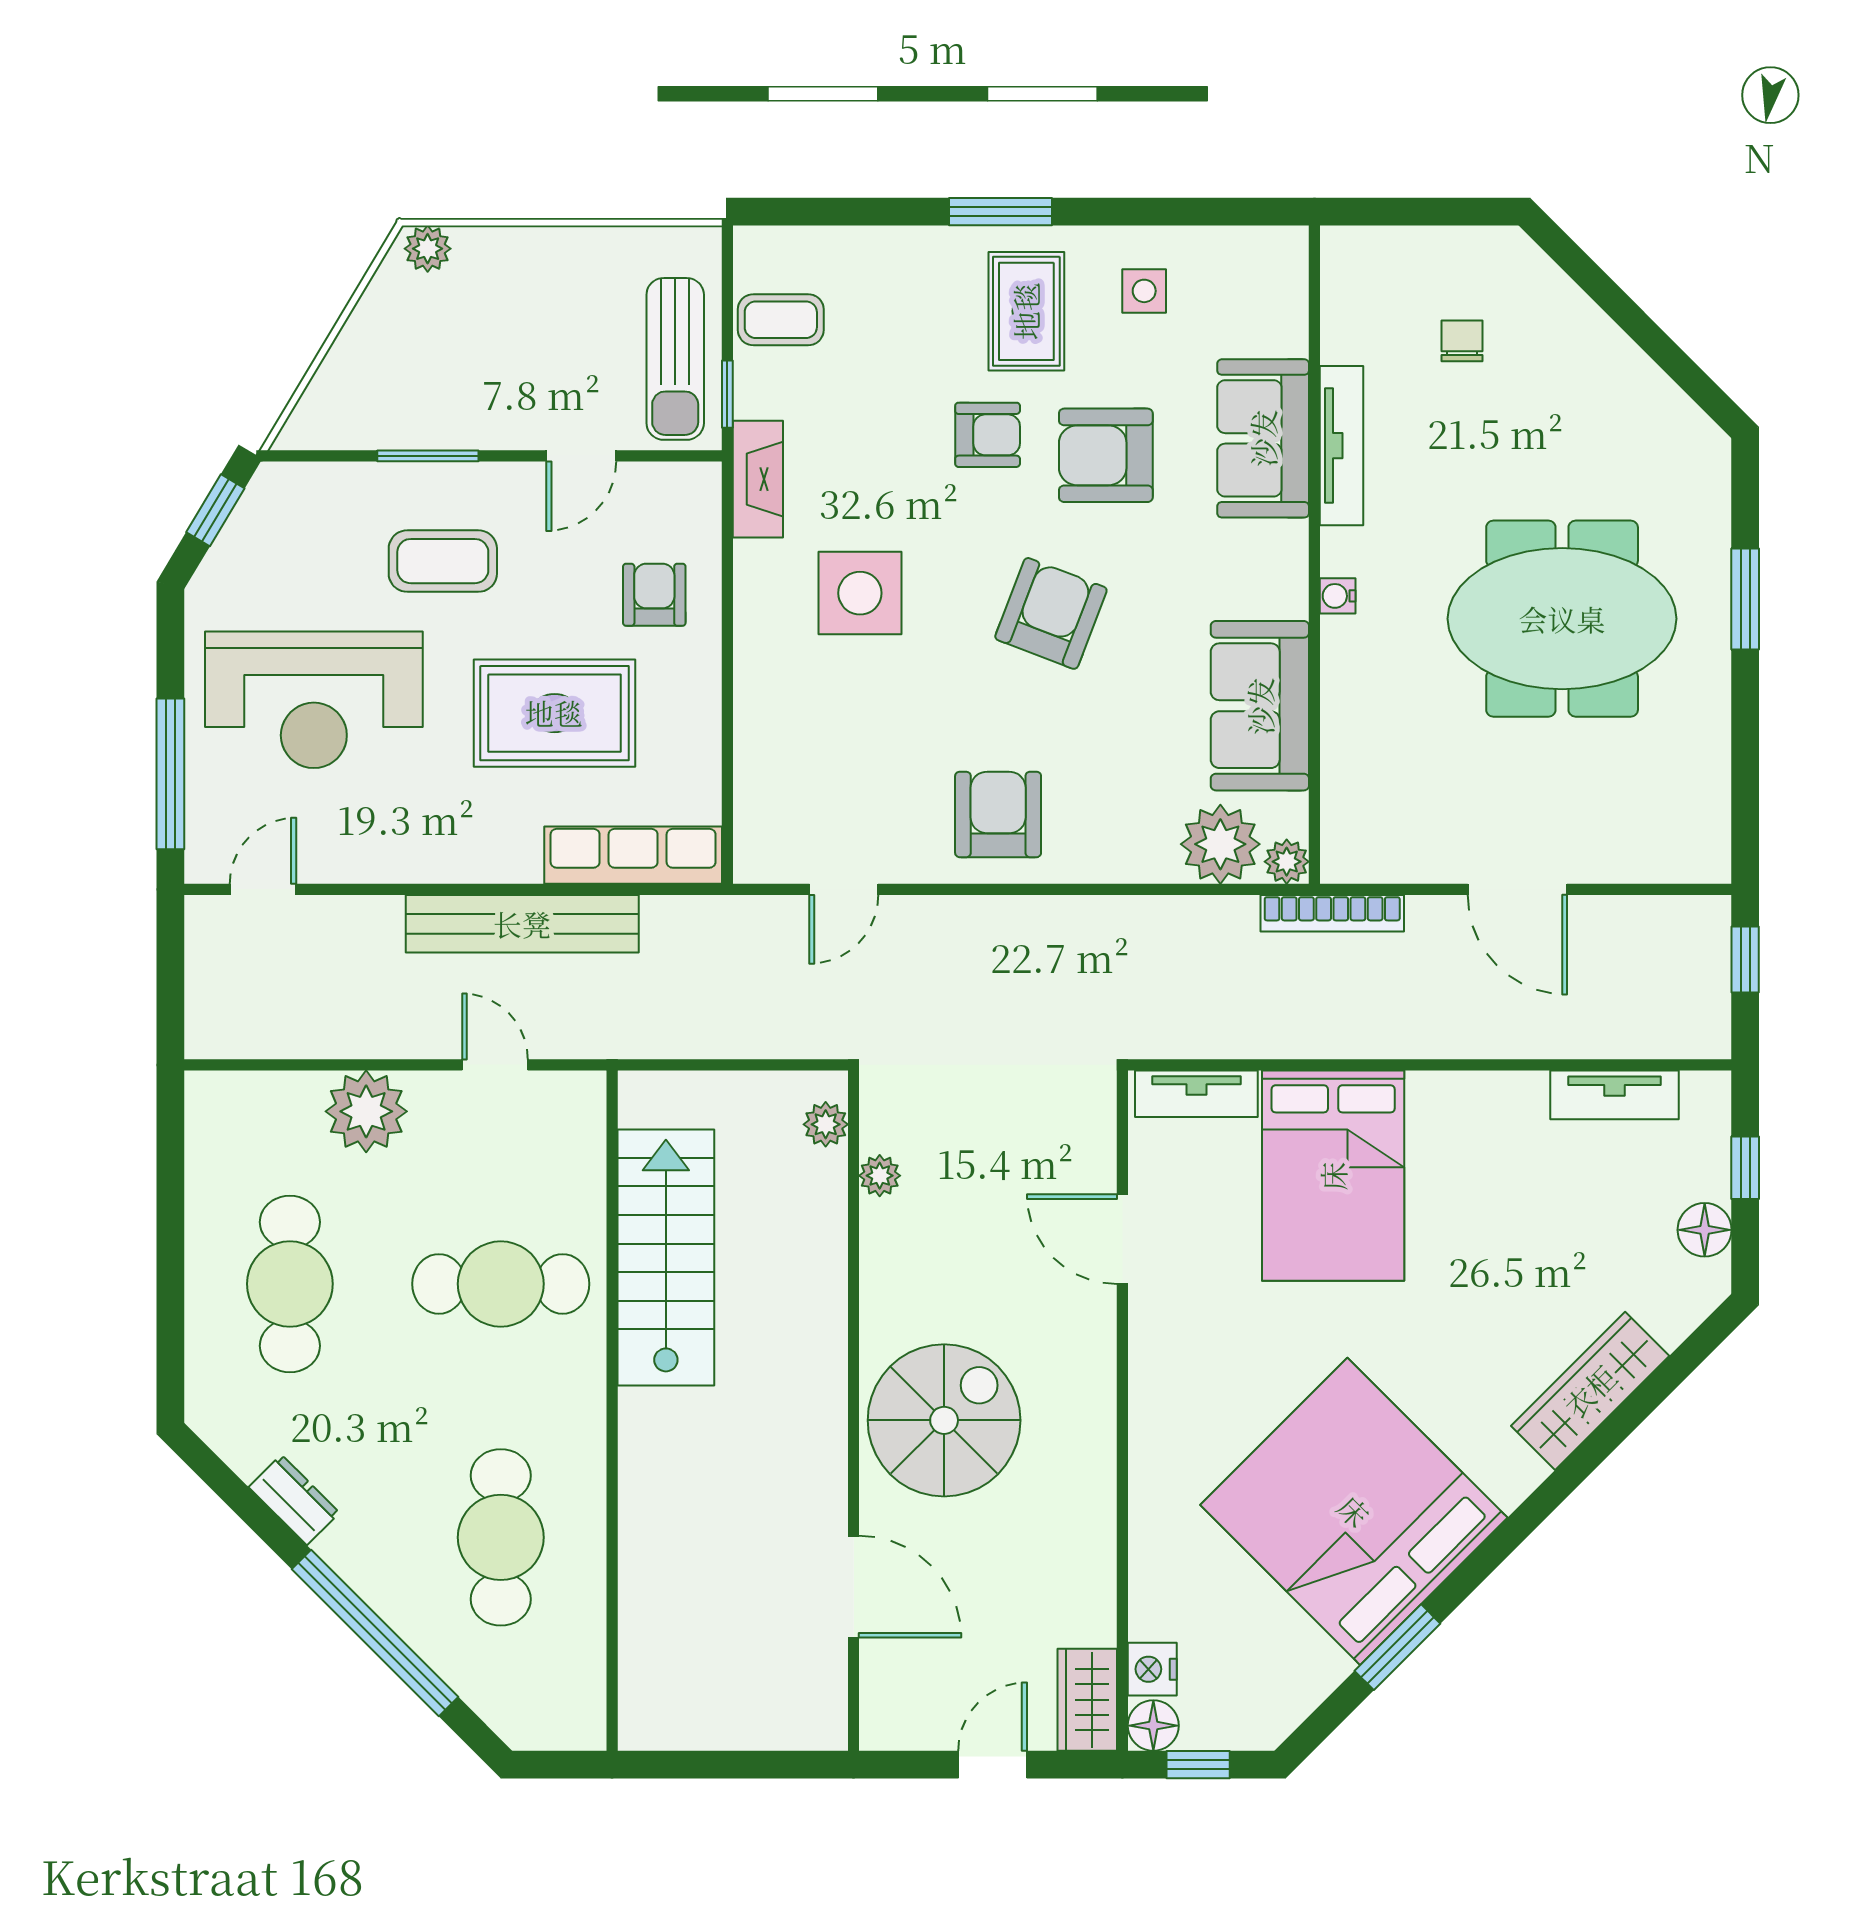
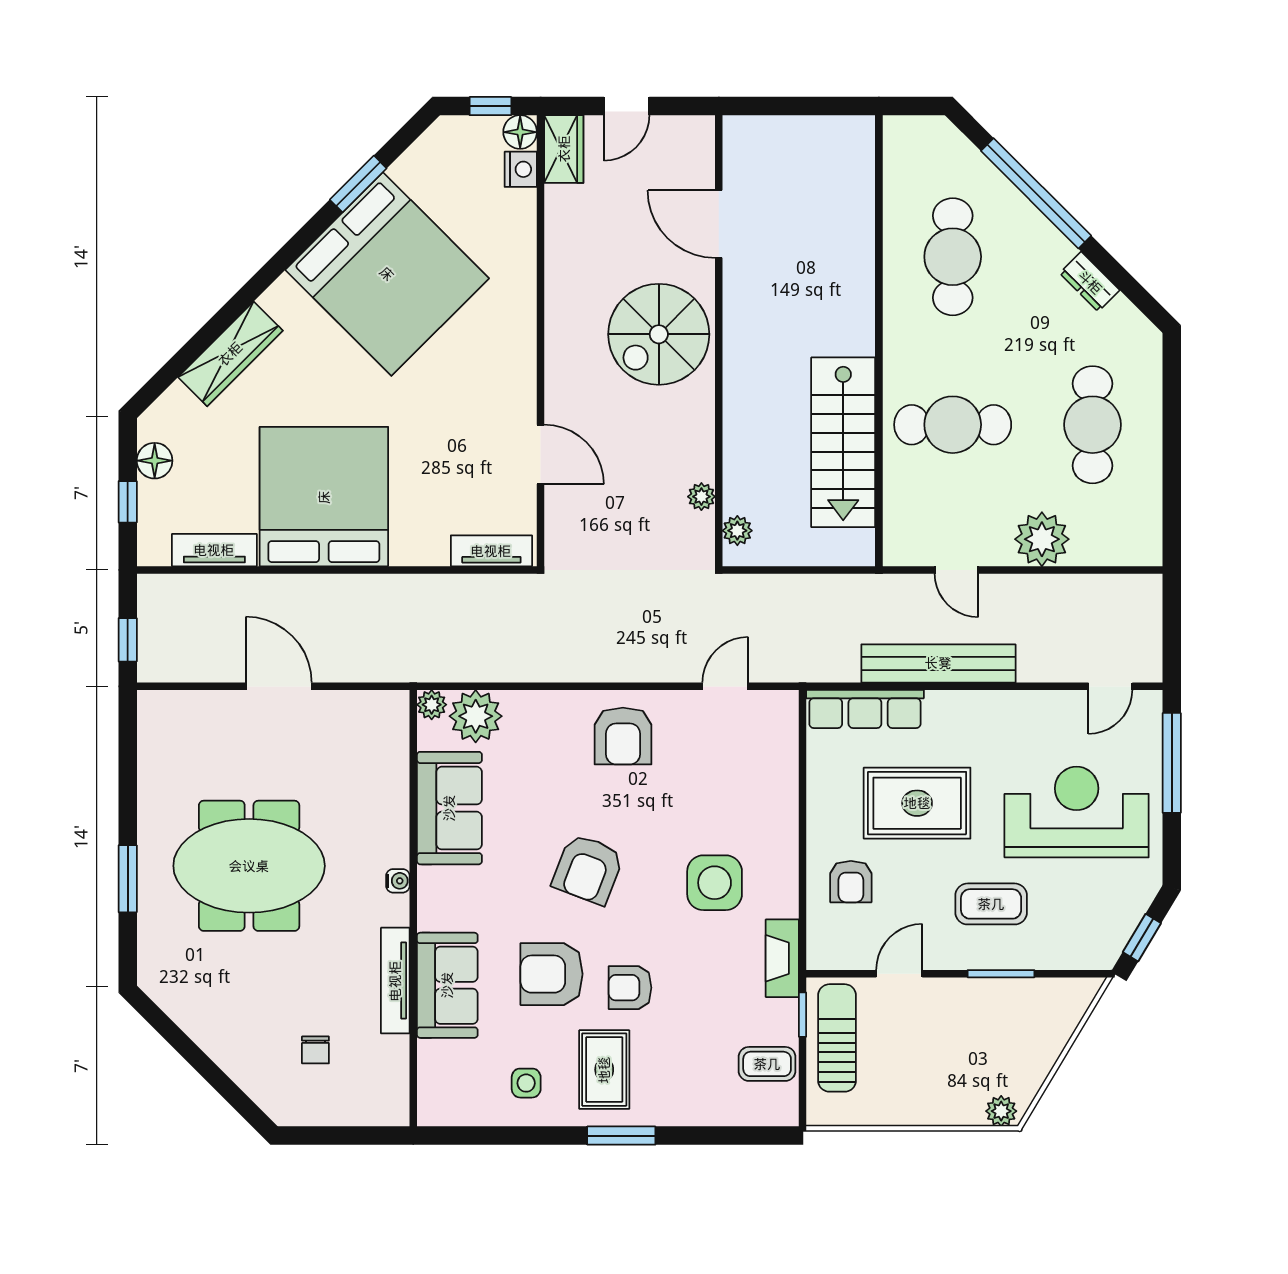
armchair: (1106, 455) -> (552, 974), turned 180
bookcase: (1332, 913) -> (401, 671), removed
bed: (1333, 1176) -> (324, 497), moved, width x1.36

